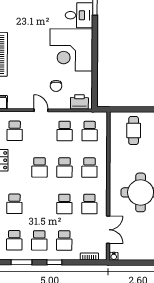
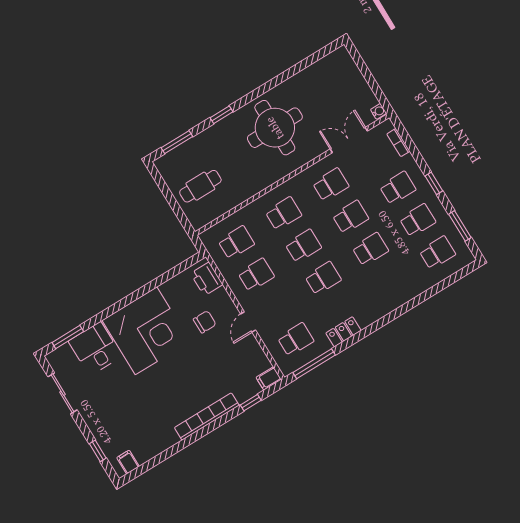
school desk: (14, 204) -> (370, 249), moved

